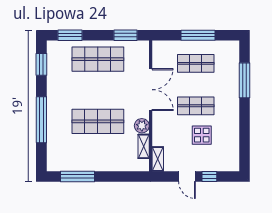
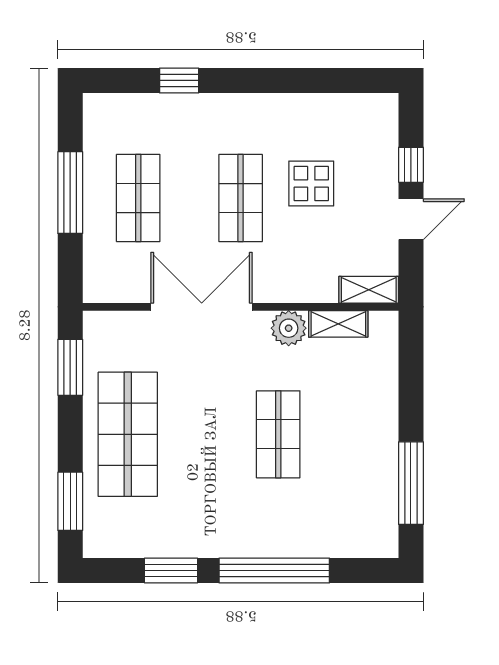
window: (41, 64) -> (171, 570), moved
window: (244, 80) -> (179, 80), width x0.46
shop shelf: (98, 121) -> (278, 434), width x0.70, depth x0.74

